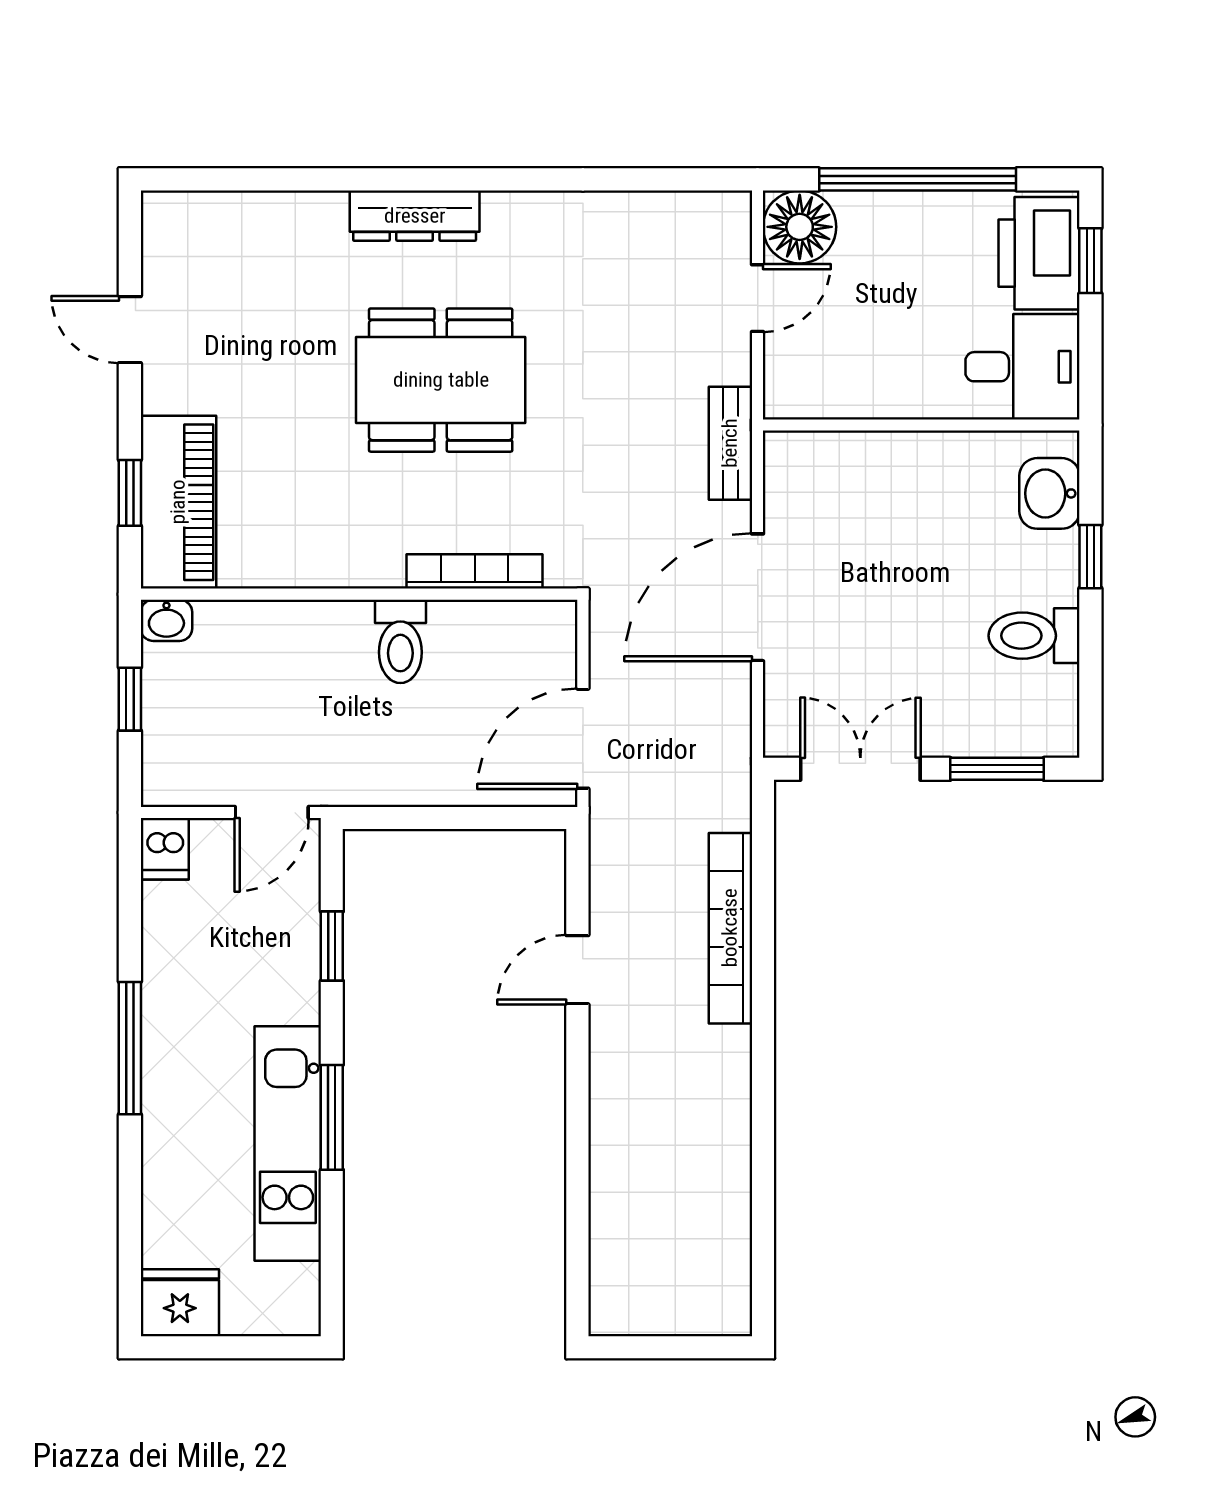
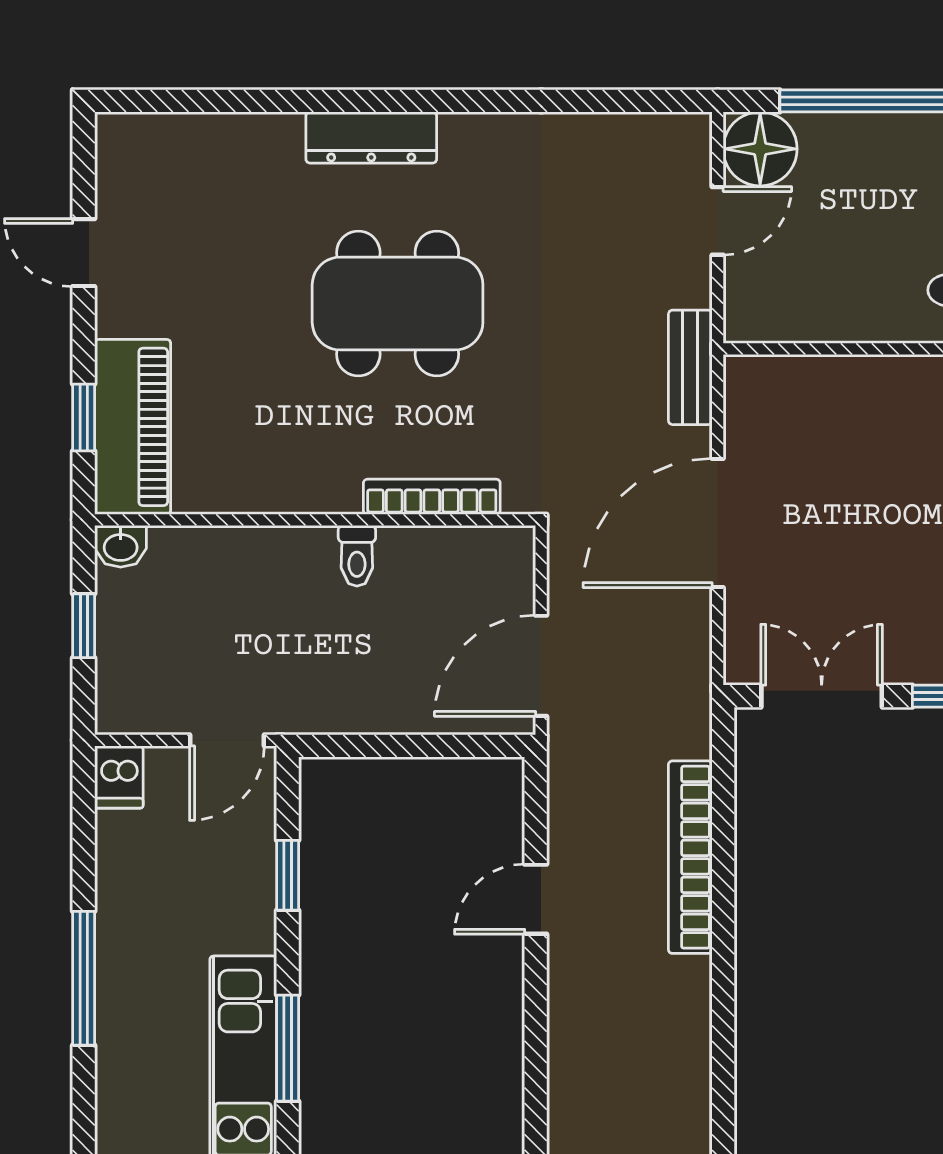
toilet: (400, 641) -> (357, 556), width x0.73, depth x0.72

